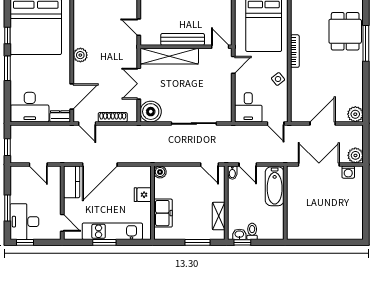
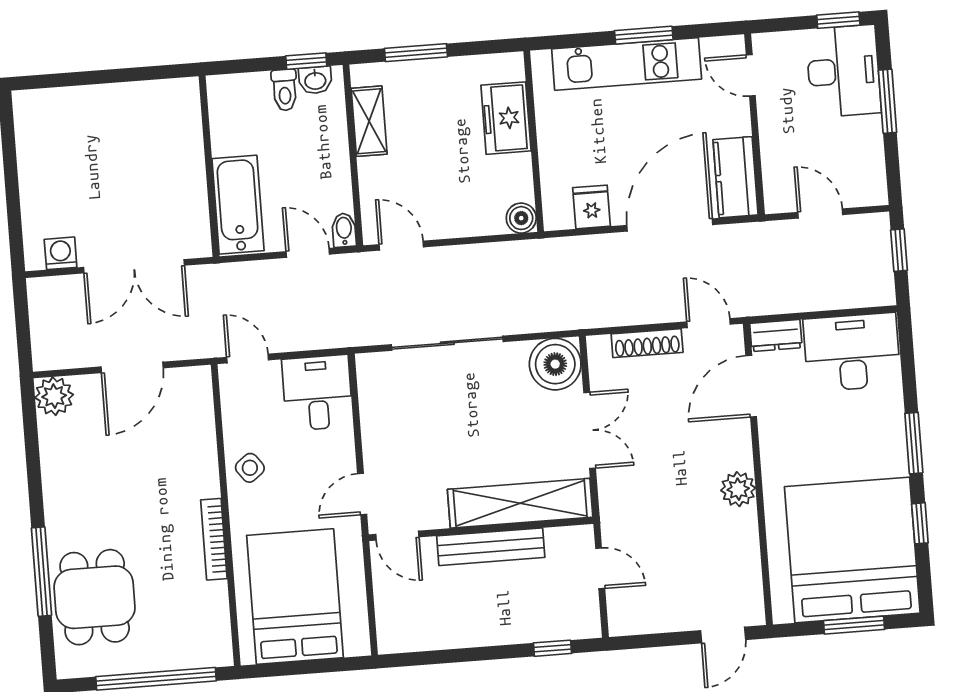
plant: (355, 155) -> (46, 295), removed
fridge: (143, 195) -> (591, 207), moved, turned -90

